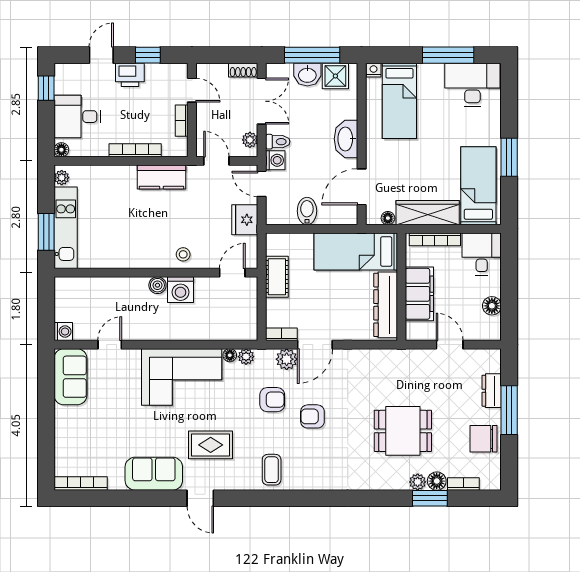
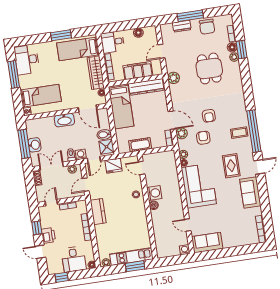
shower: (335, 76) -> (107, 147), moved
plant: (395, 360) -> (173, 78), added
window: (270, 498) -> (254, 131), added

